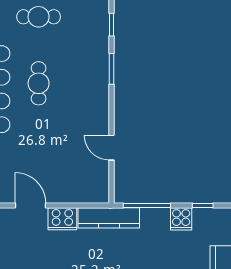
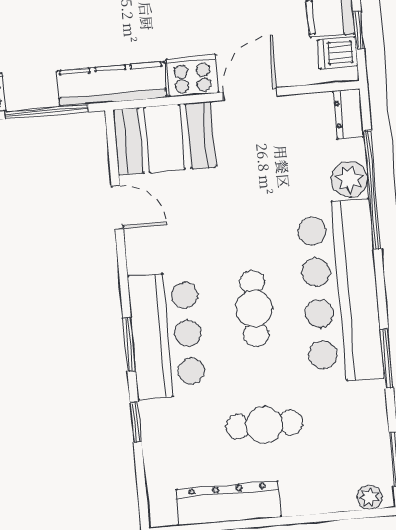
bar counter: (90, 73) -> (167, 335), added
booth: (81, 185) -> (165, 138), added
door: (31, 206) -> (250, 94), swing flipped

